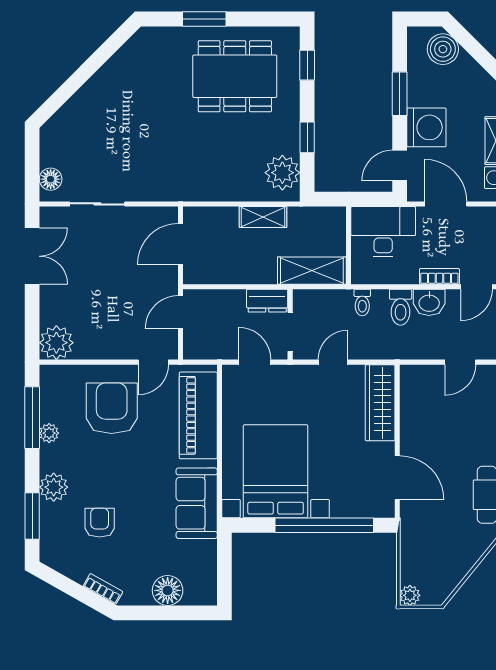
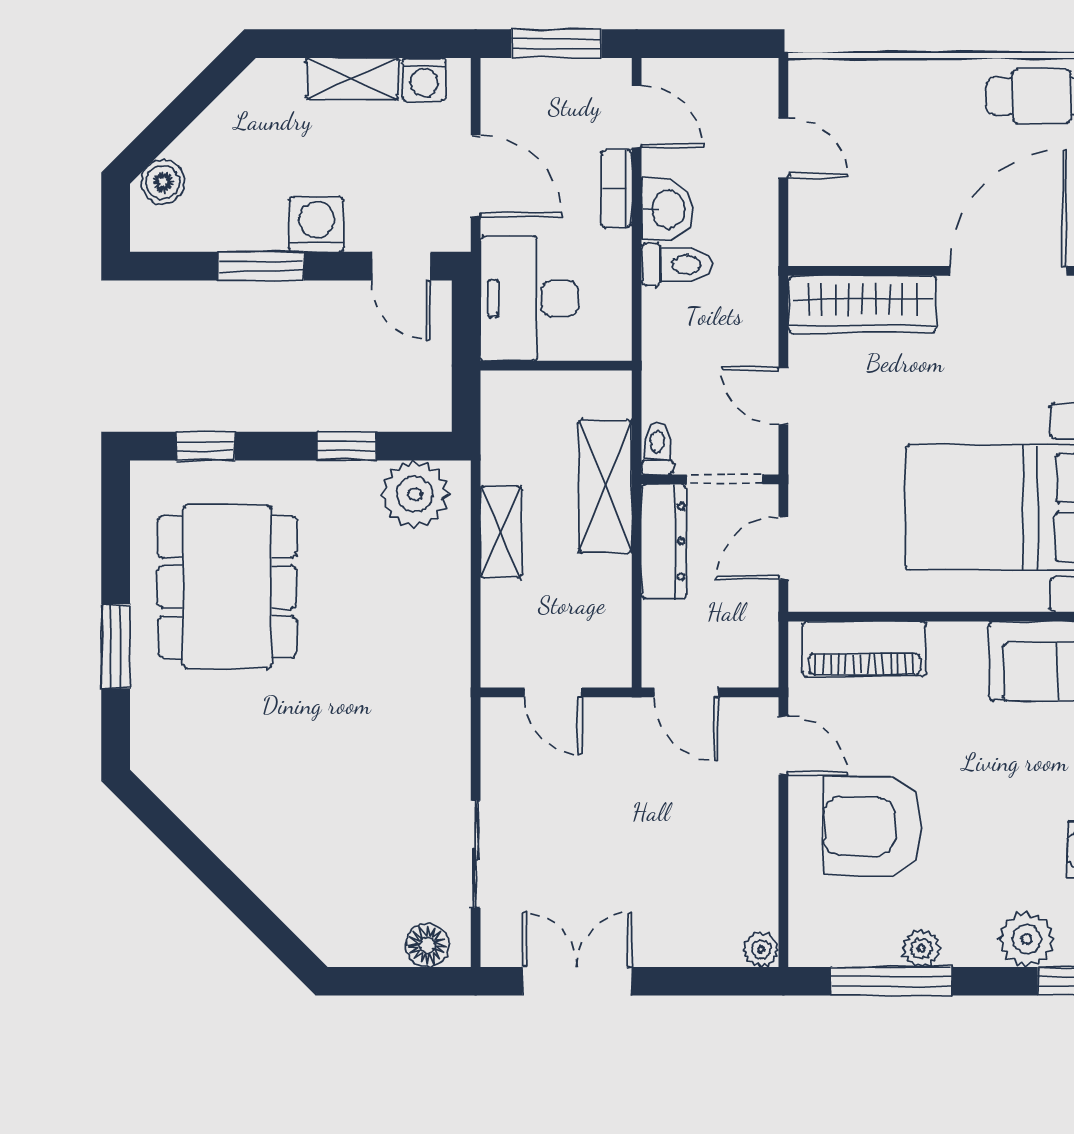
boiler: (443, 49) -> (163, 182), width x0.73, depth x0.73
washing machine: (426, 127) -> (316, 224), width x0.73, depth x0.73
door: (446, 204) -> (476, 176), swing flipped
door: (181, 244) -> (553, 692), width x0.73
shelving: (312, 271) -> (605, 486), moved
dresser: (267, 301) -> (664, 541), width x1.44
toilet: (362, 302) -> (657, 449), moved, turned -90
plant: (56, 343) -> (761, 949), width x0.53, depth x0.53
piano: (198, 415) -> (864, 649), width x0.73, depth x0.75
door: (397, 478) -> (1008, 271), width x1.36

